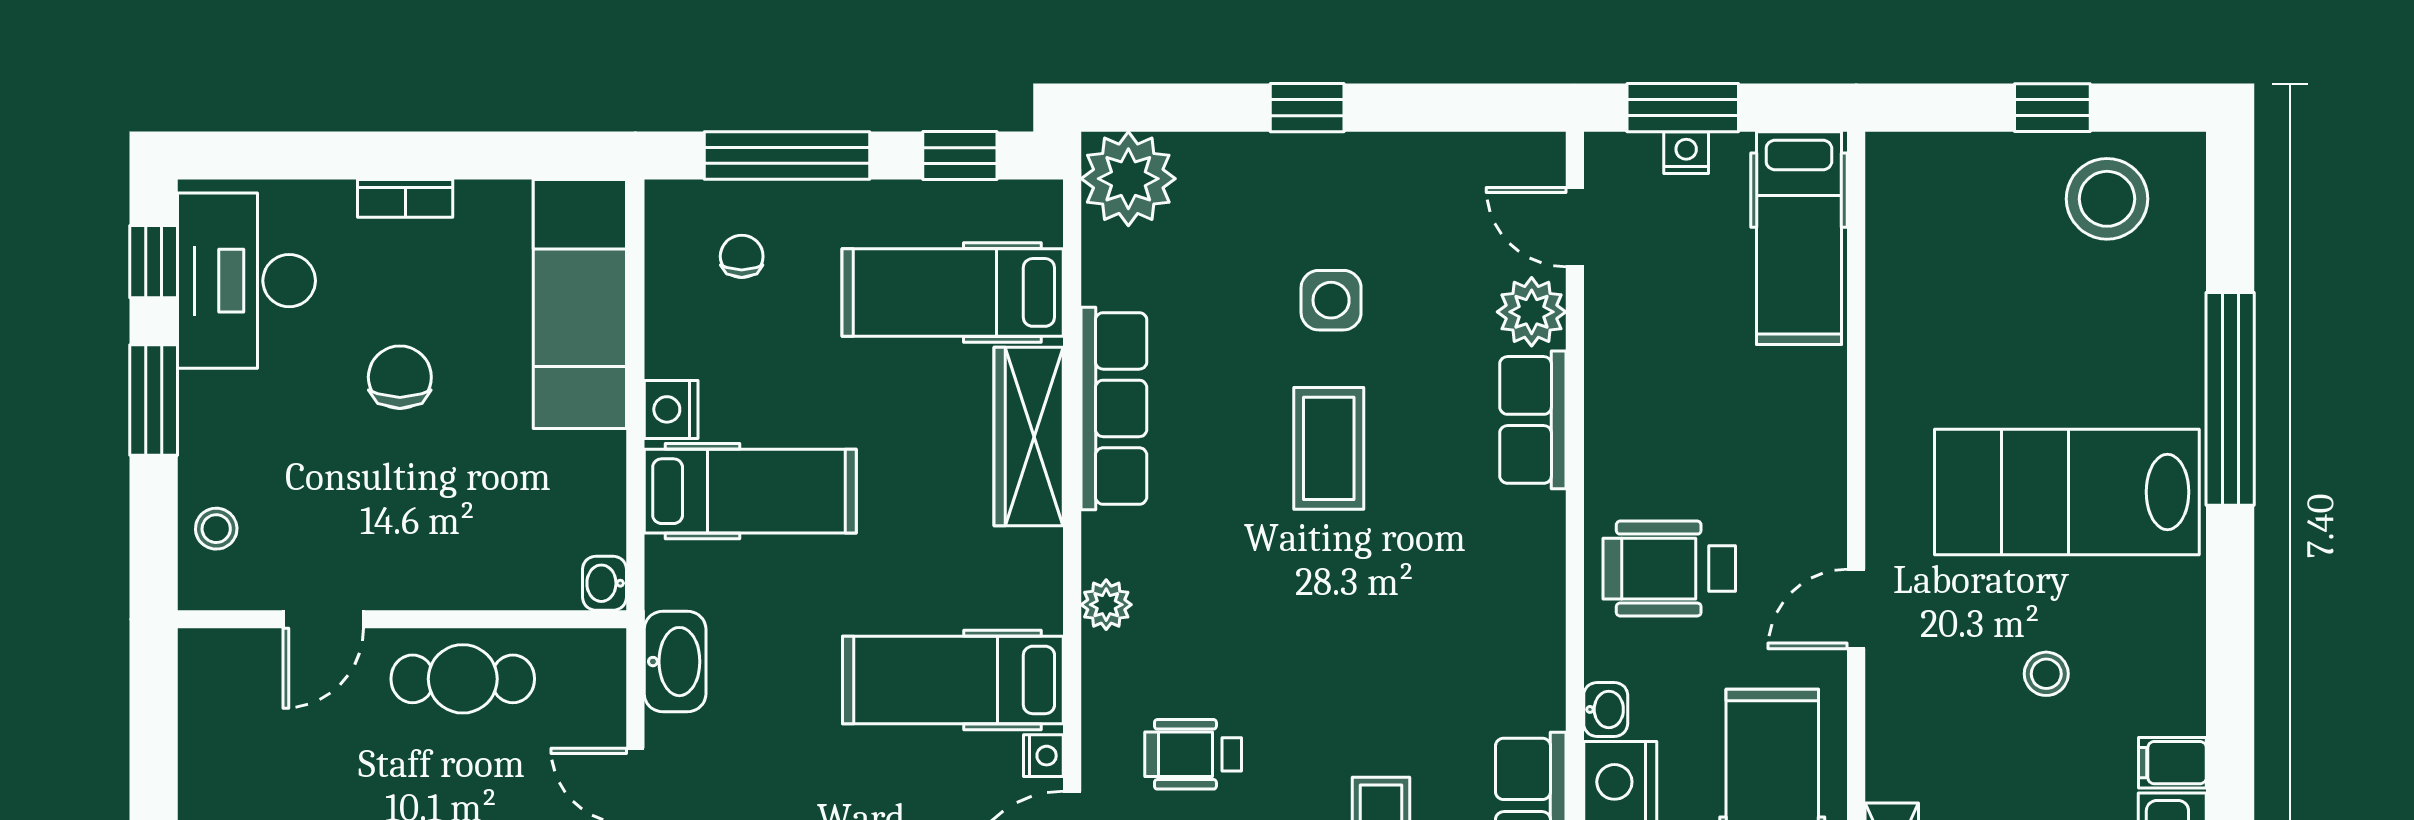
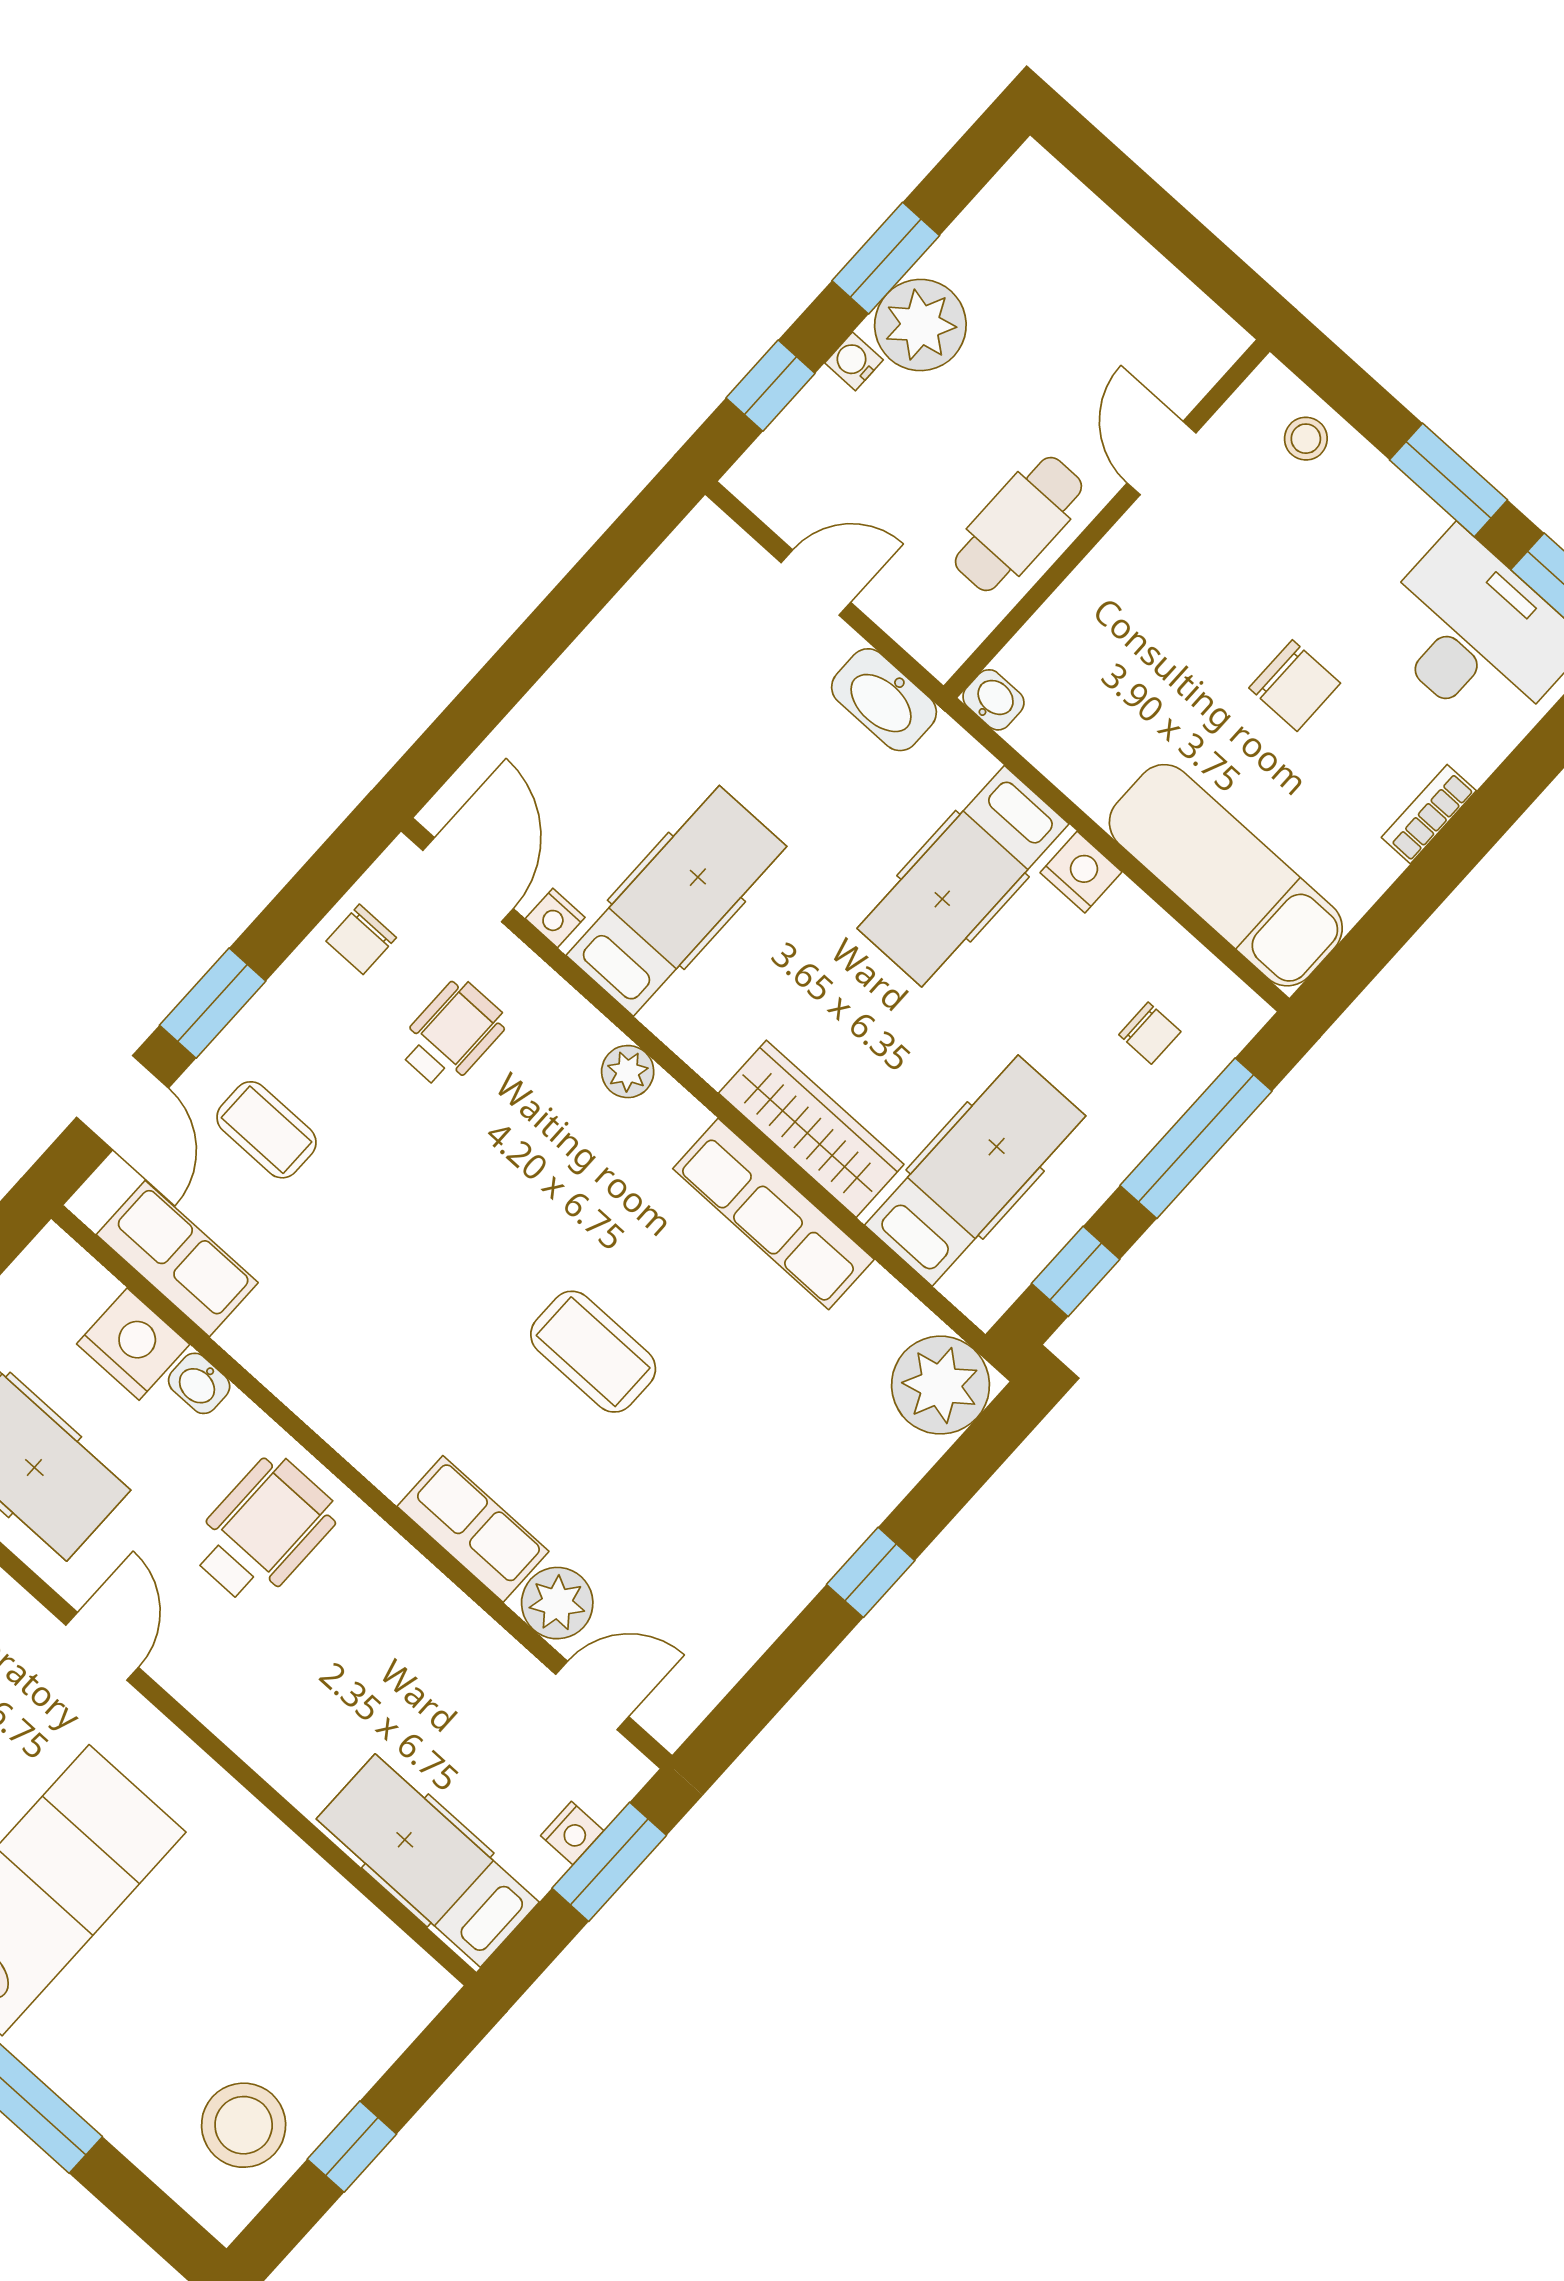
side table: (1331, 300) -> (706, 1457), removed

